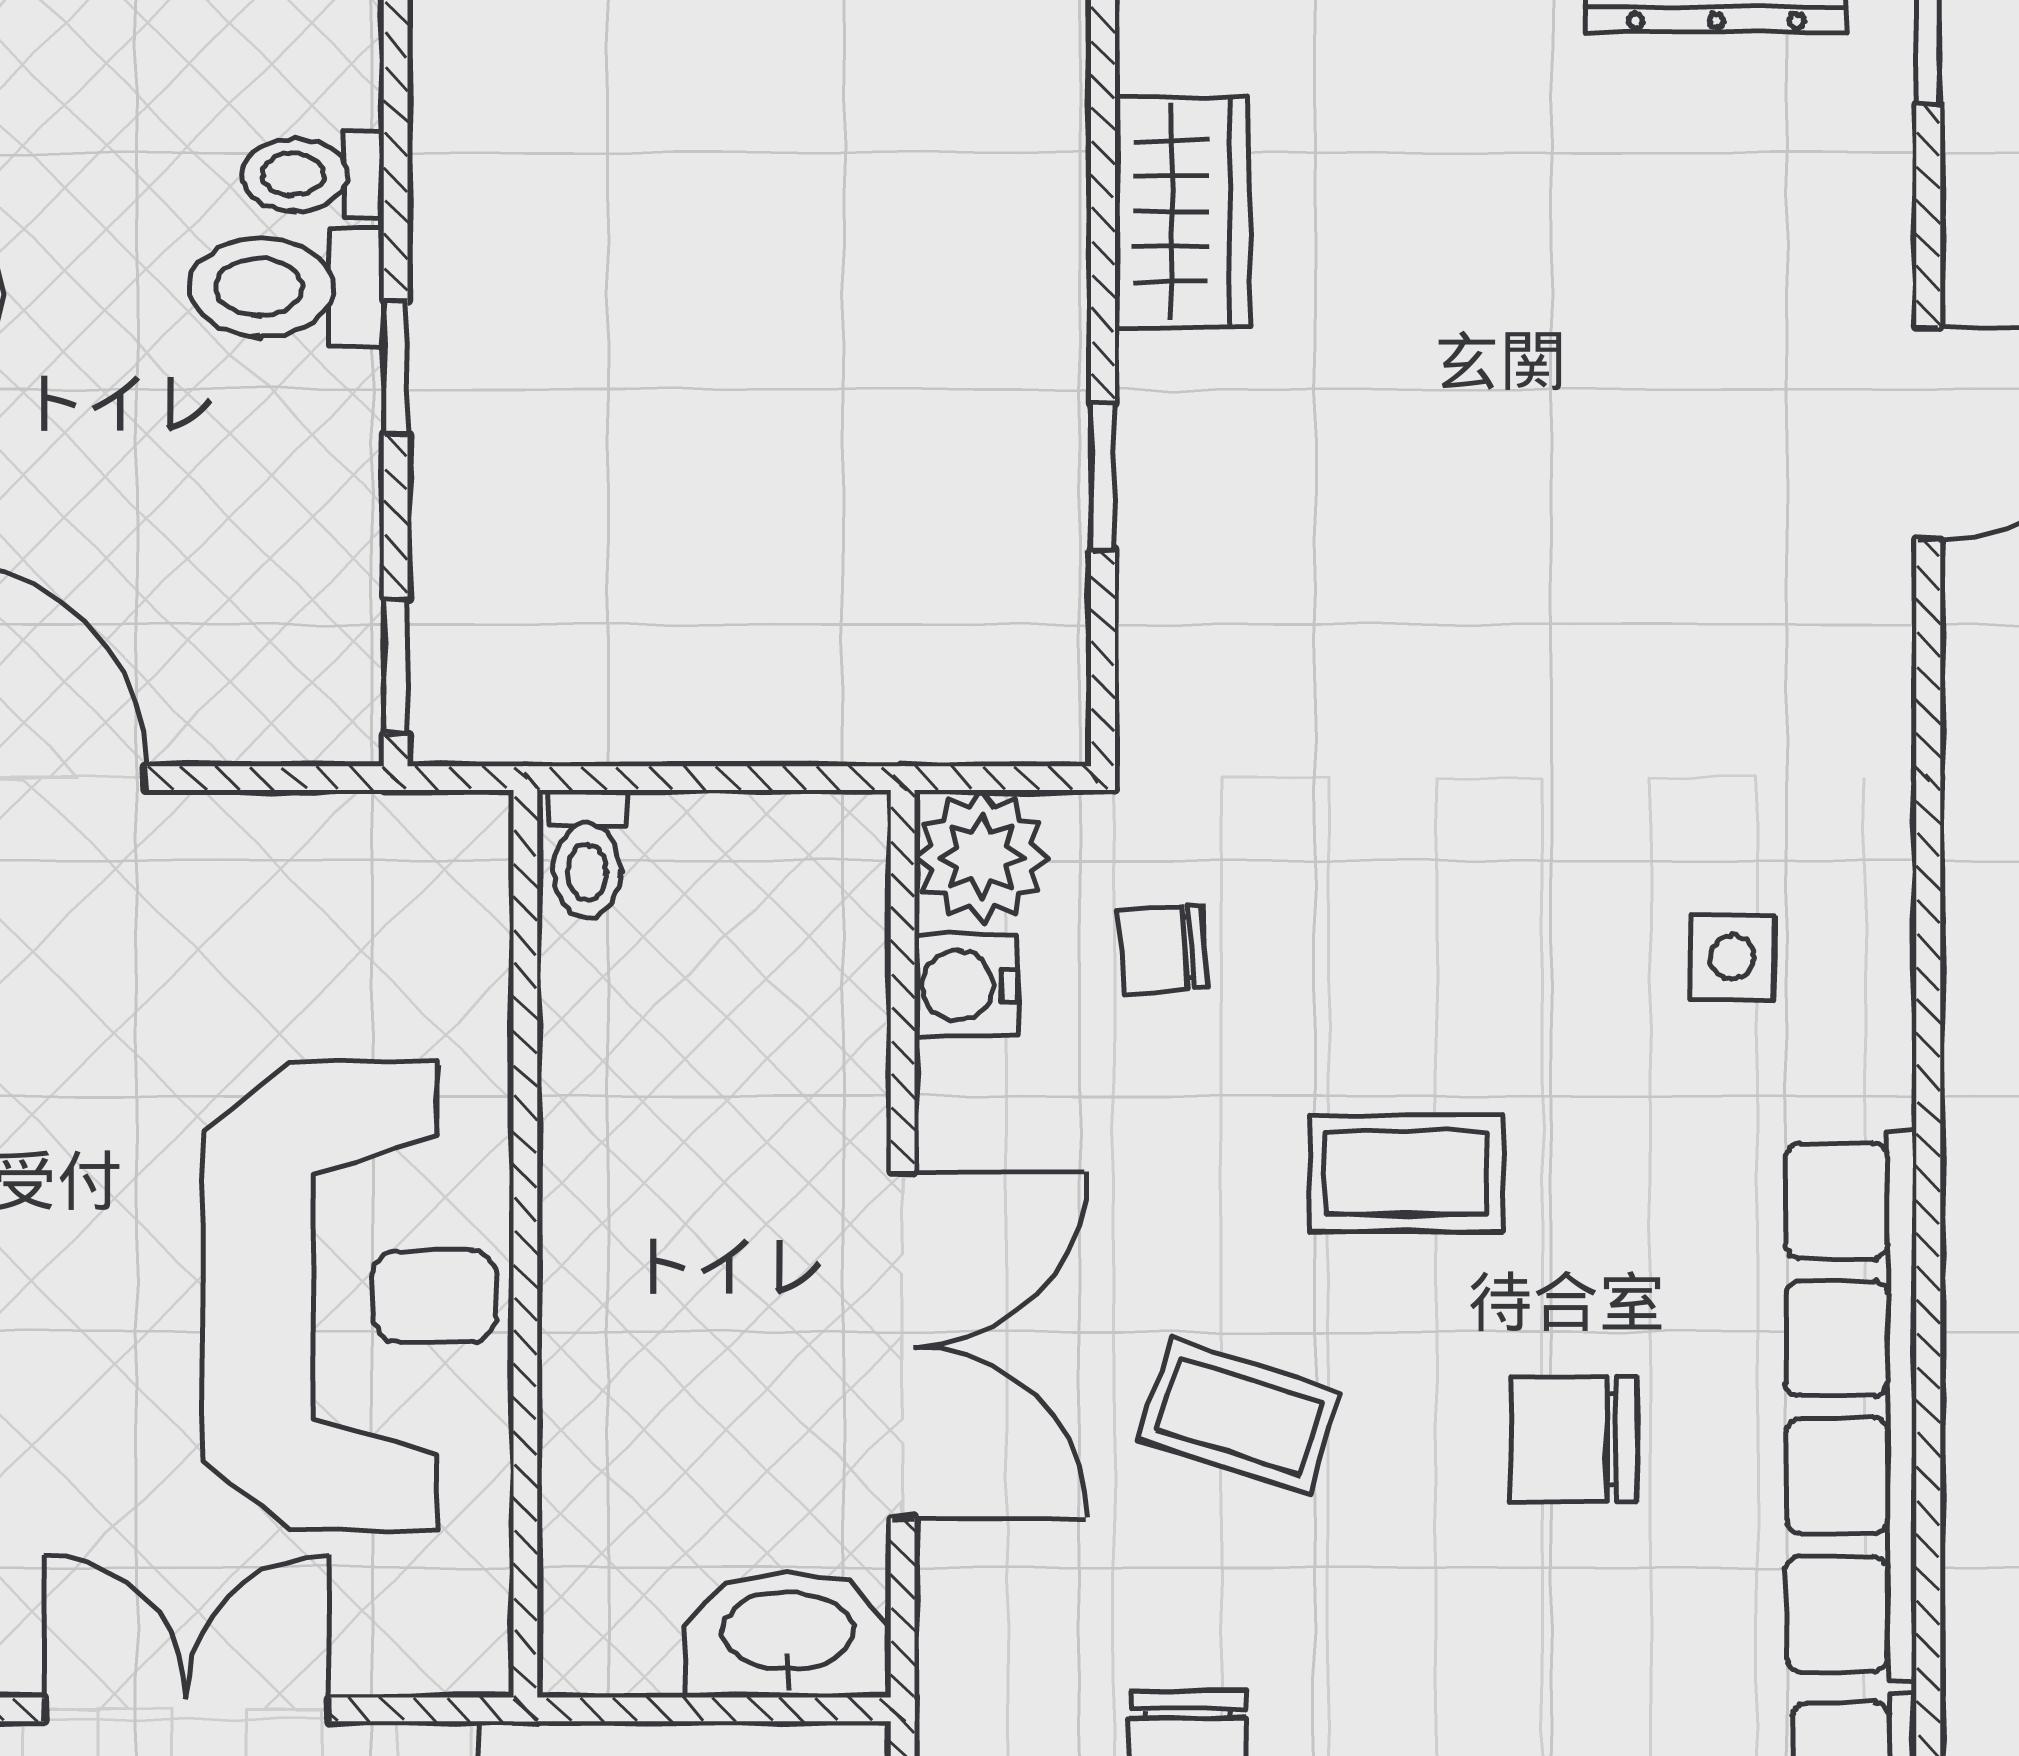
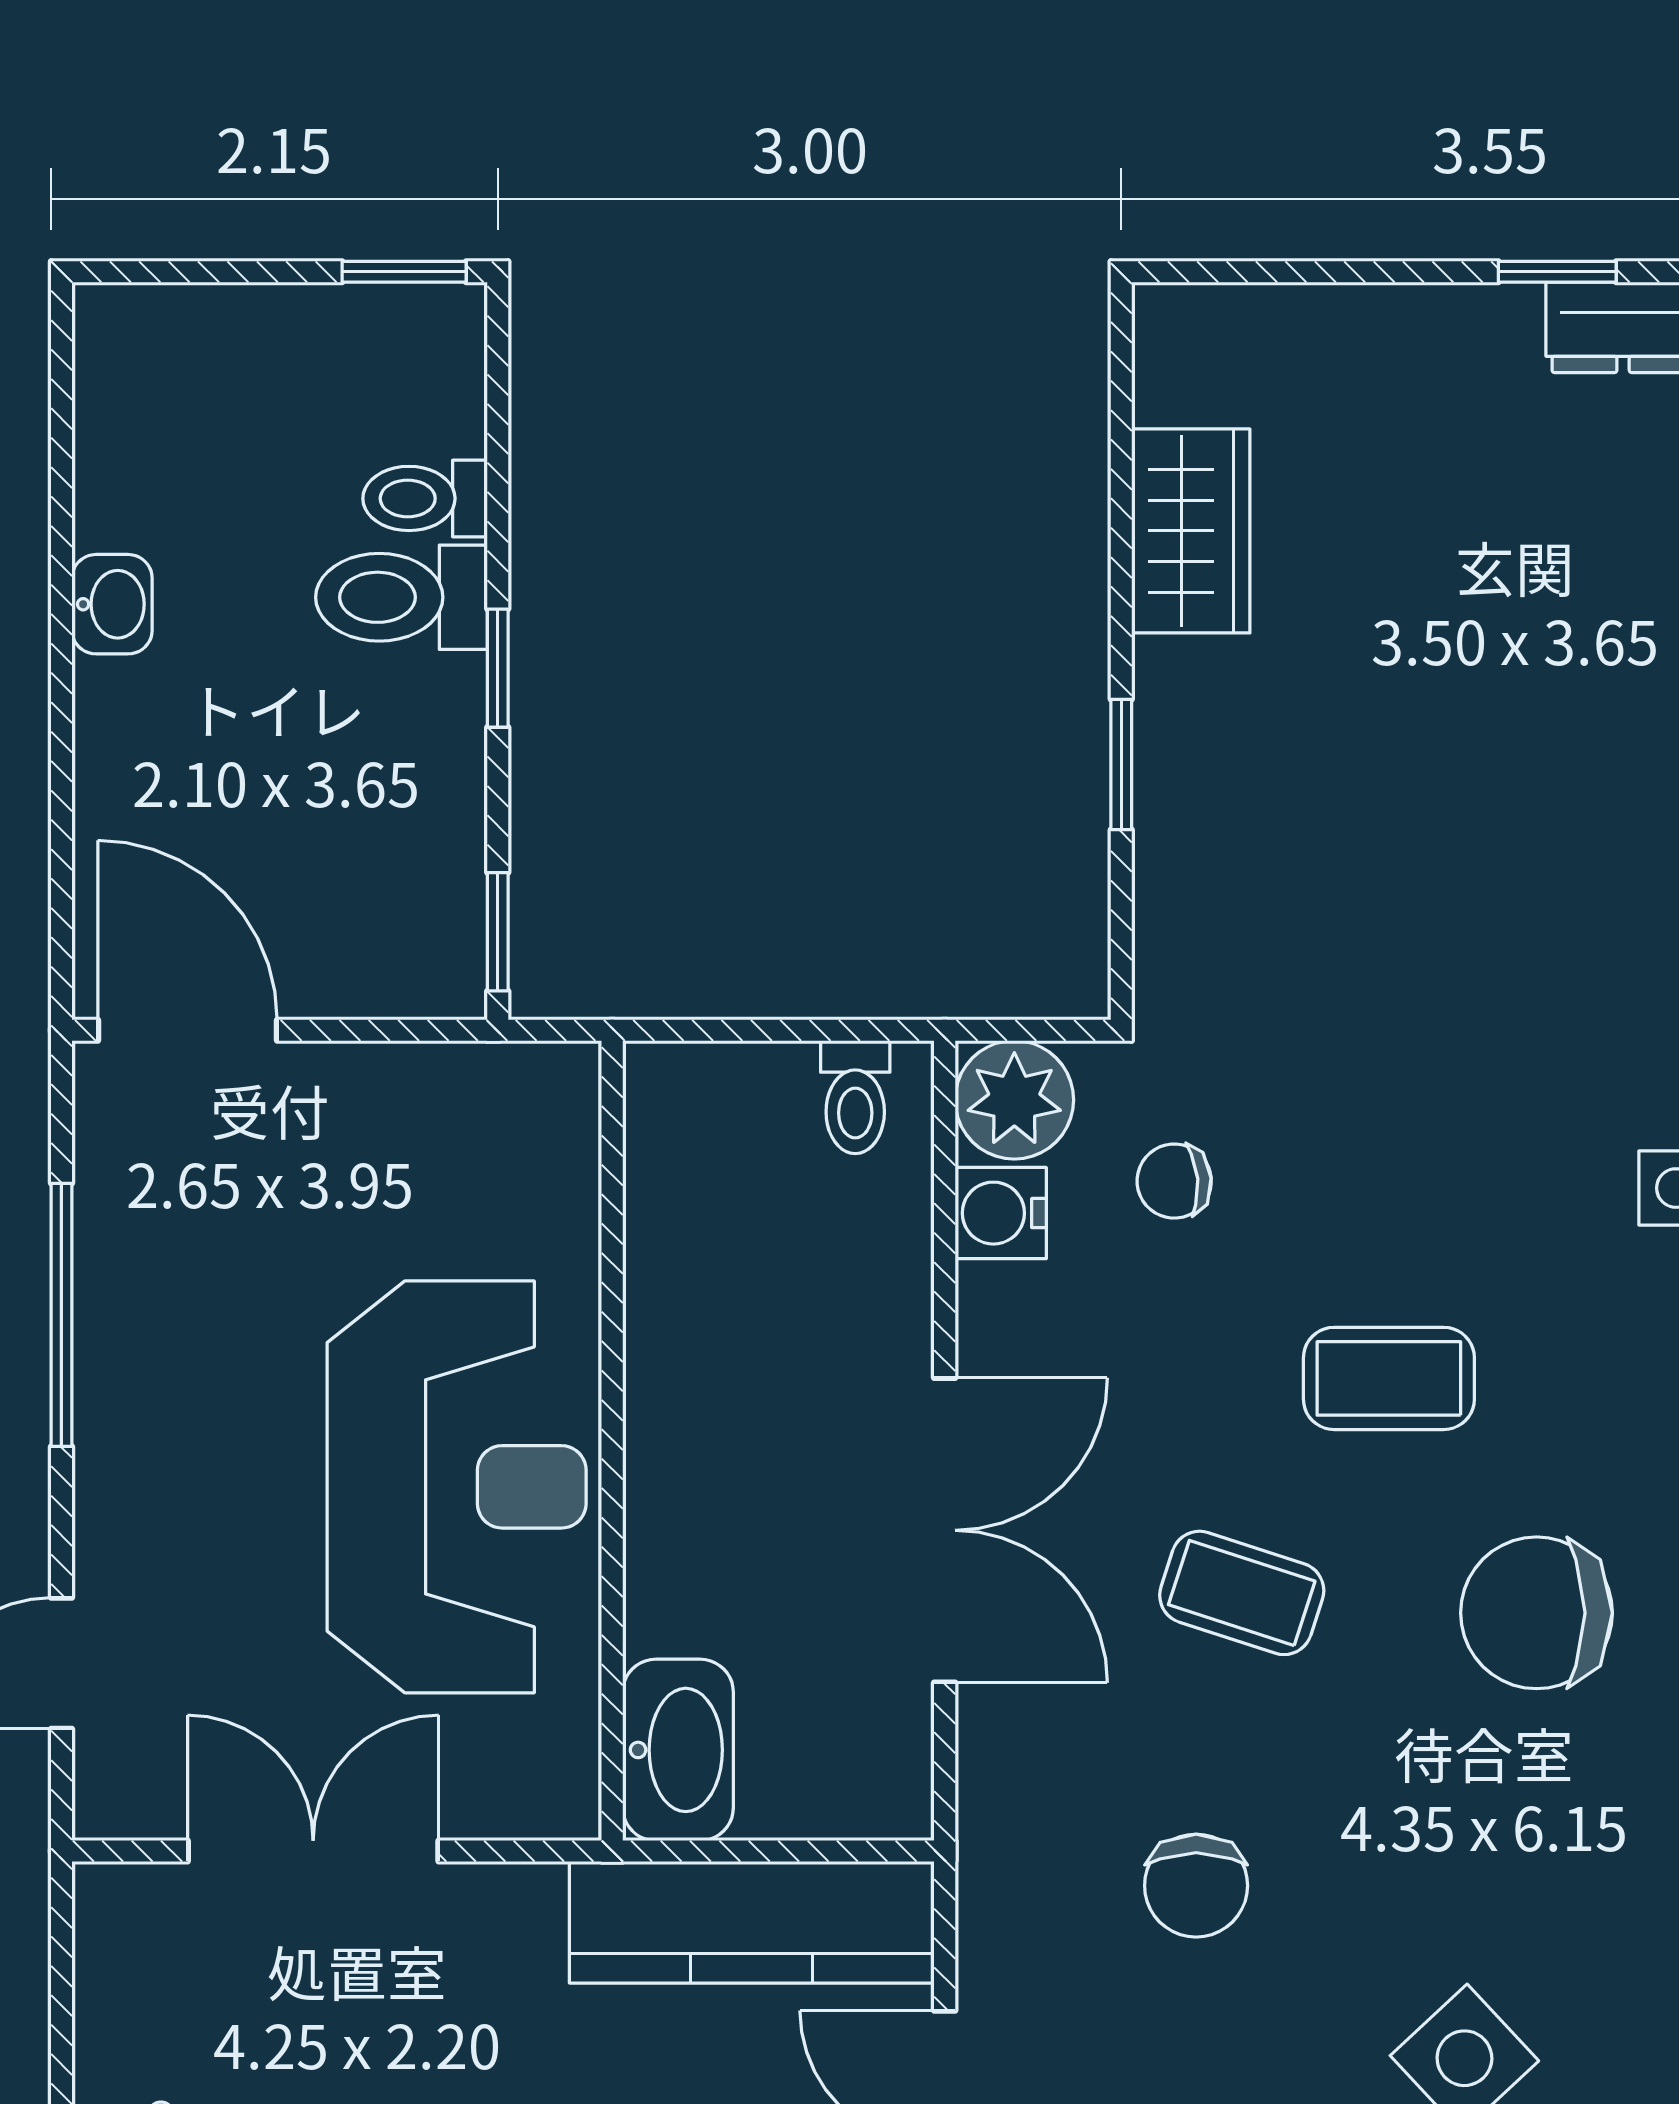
toilet: (587, 854) -> (855, 1097), moved
chair: (1574, 1439) -> (1537, 1613), width x1.37, depth x1.37
washbasin: (788, 1635) -> (678, 1750), moved, turned 90

